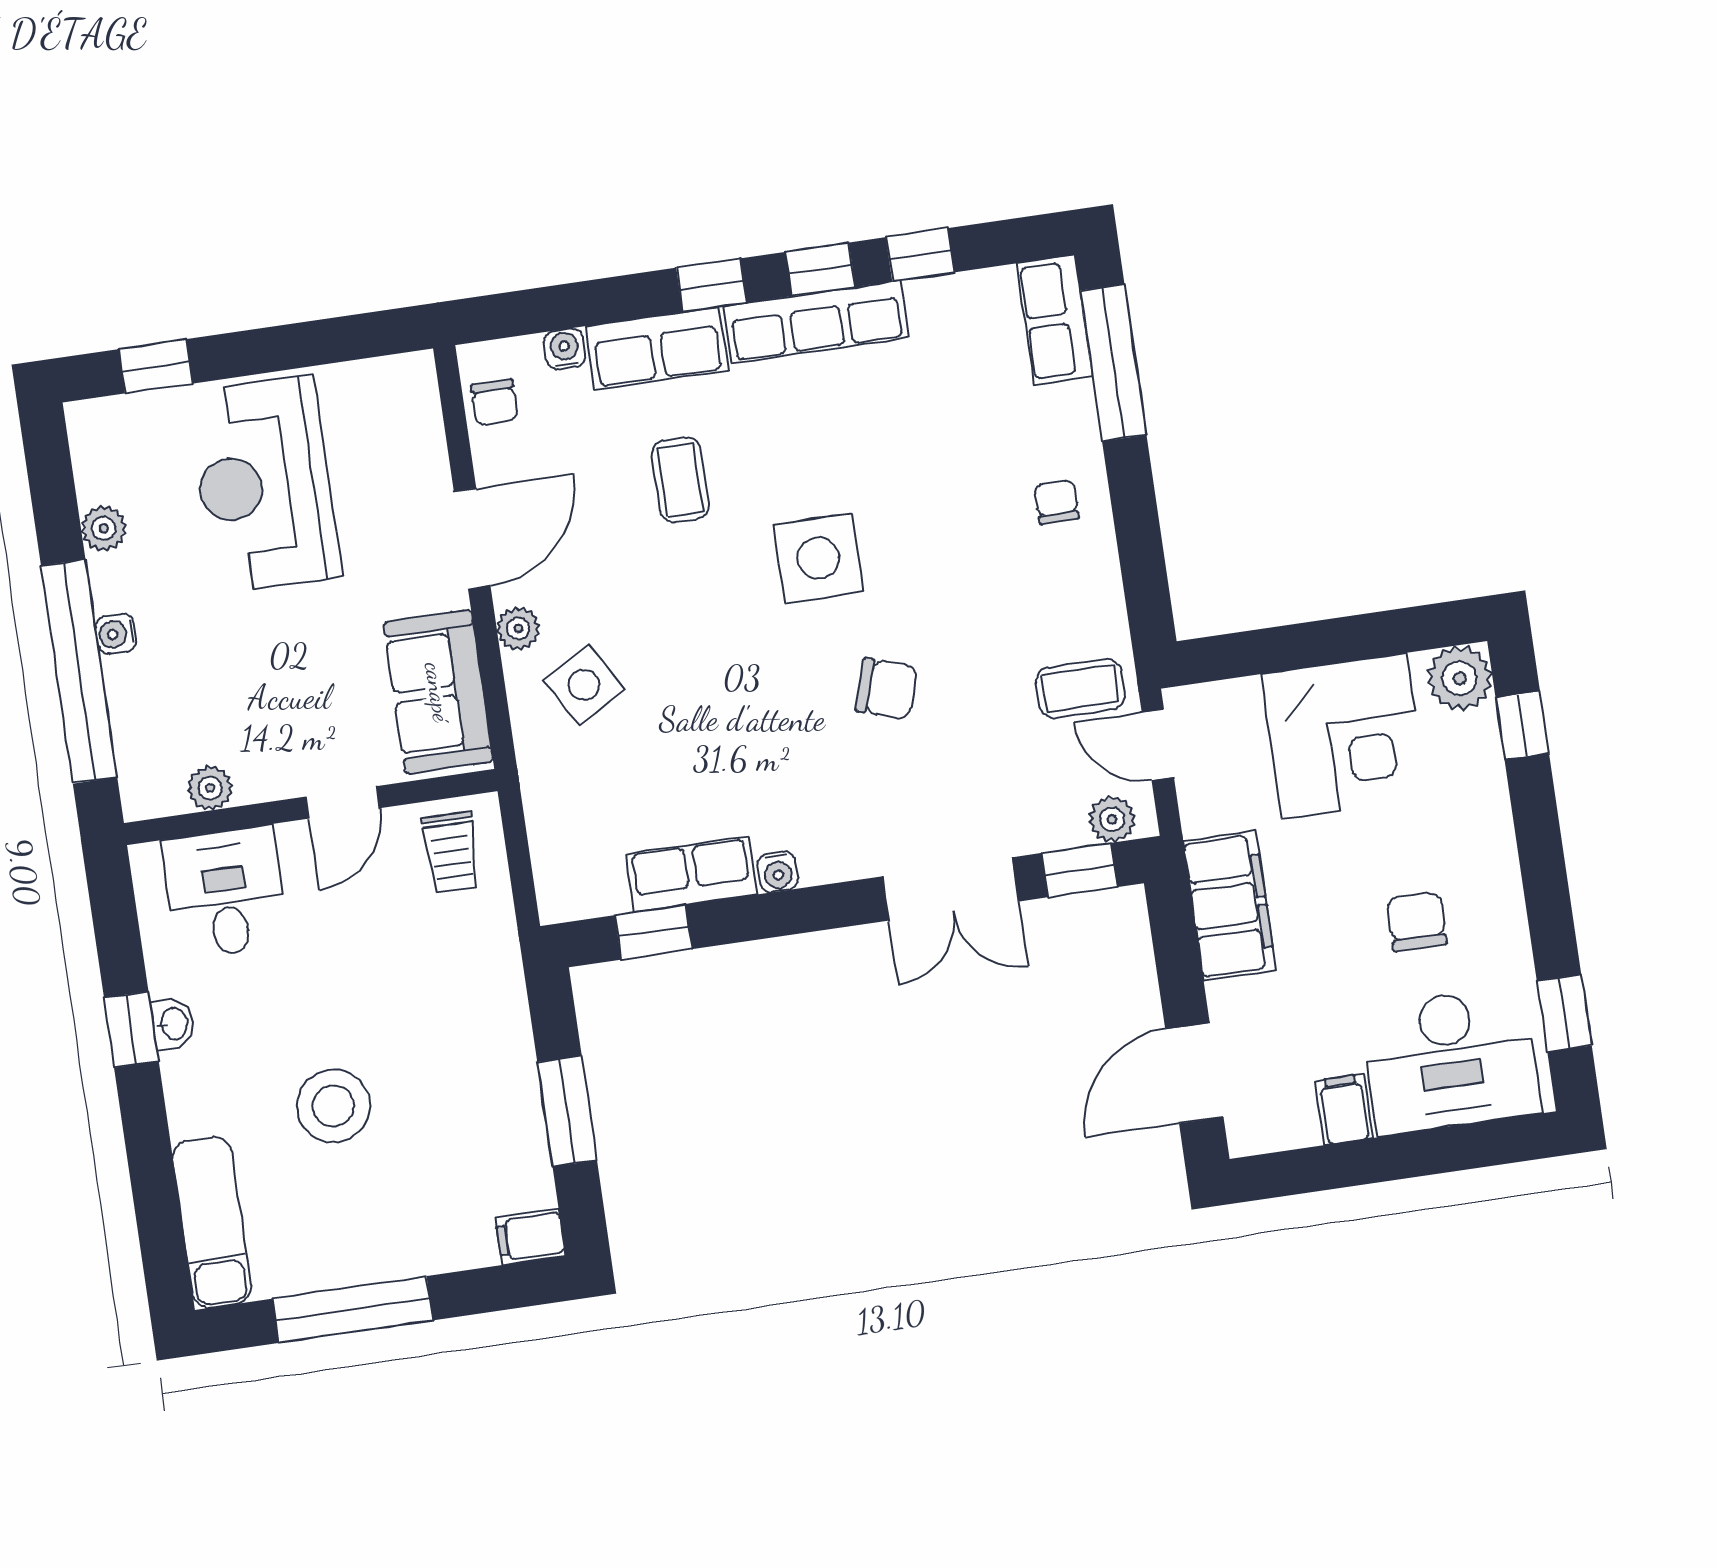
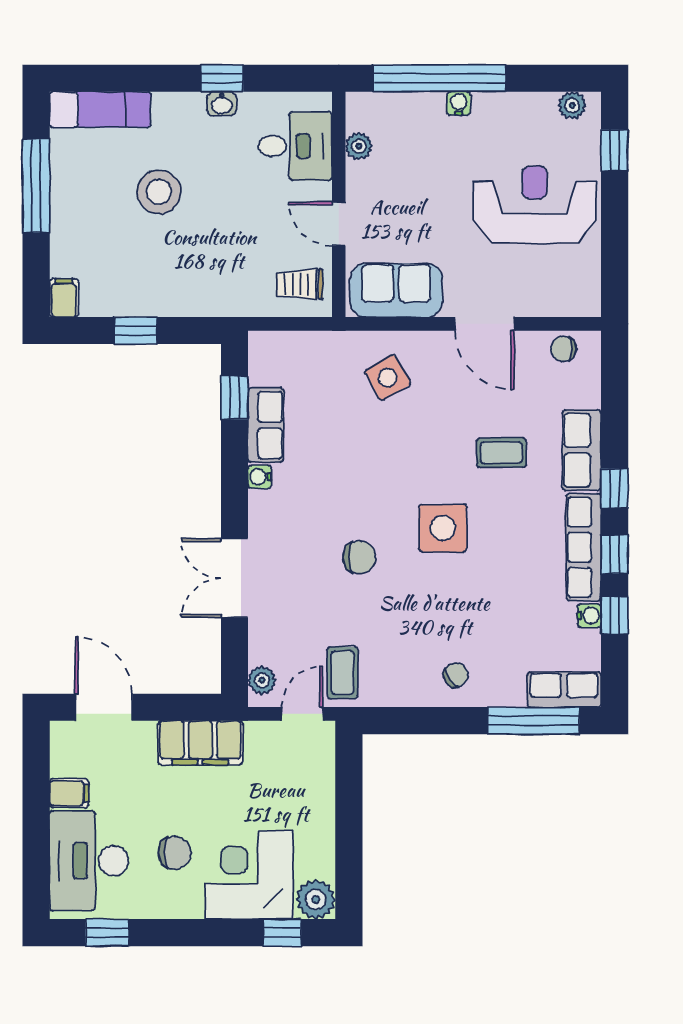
water cooler: (565, 349) -> (589, 616), moved
chair: (1057, 502) -> (456, 675), turned -36
plant: (104, 528) -> (572, 105), moved
plant: (518, 628) -> (427, 343), removed
chair: (886, 689) -> (359, 557), turned -108
corner desk: (1344, 736) -> (249, 875), moved, turned 90
window: (1079, 870) -> (234, 656), removed
window: (567, 1111) -> (136, 331), width x0.67

